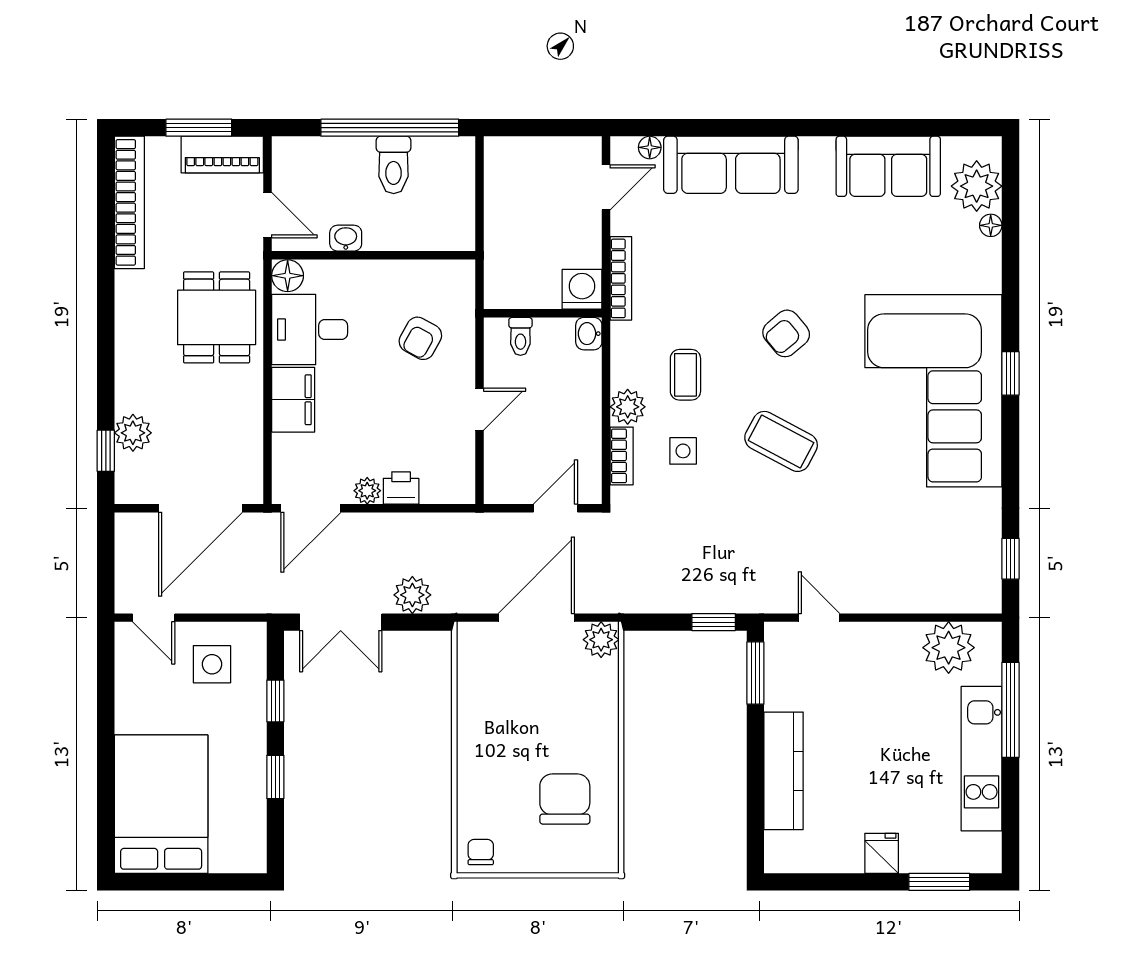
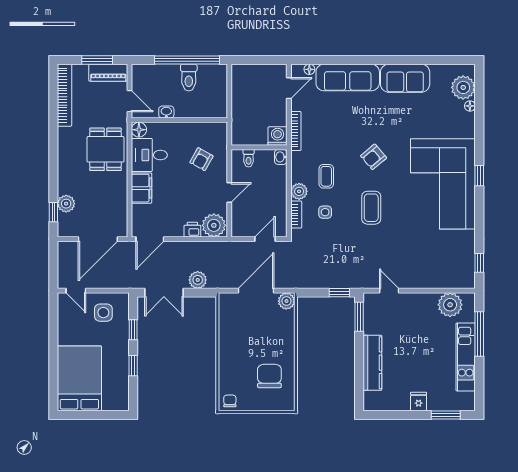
sofa: (888, 166) -> (405, 78), moved
coffee table: (781, 441) -> (371, 208), turned 62
plant: (367, 491) -> (214, 225), moved, width x1.87, depth x1.87

